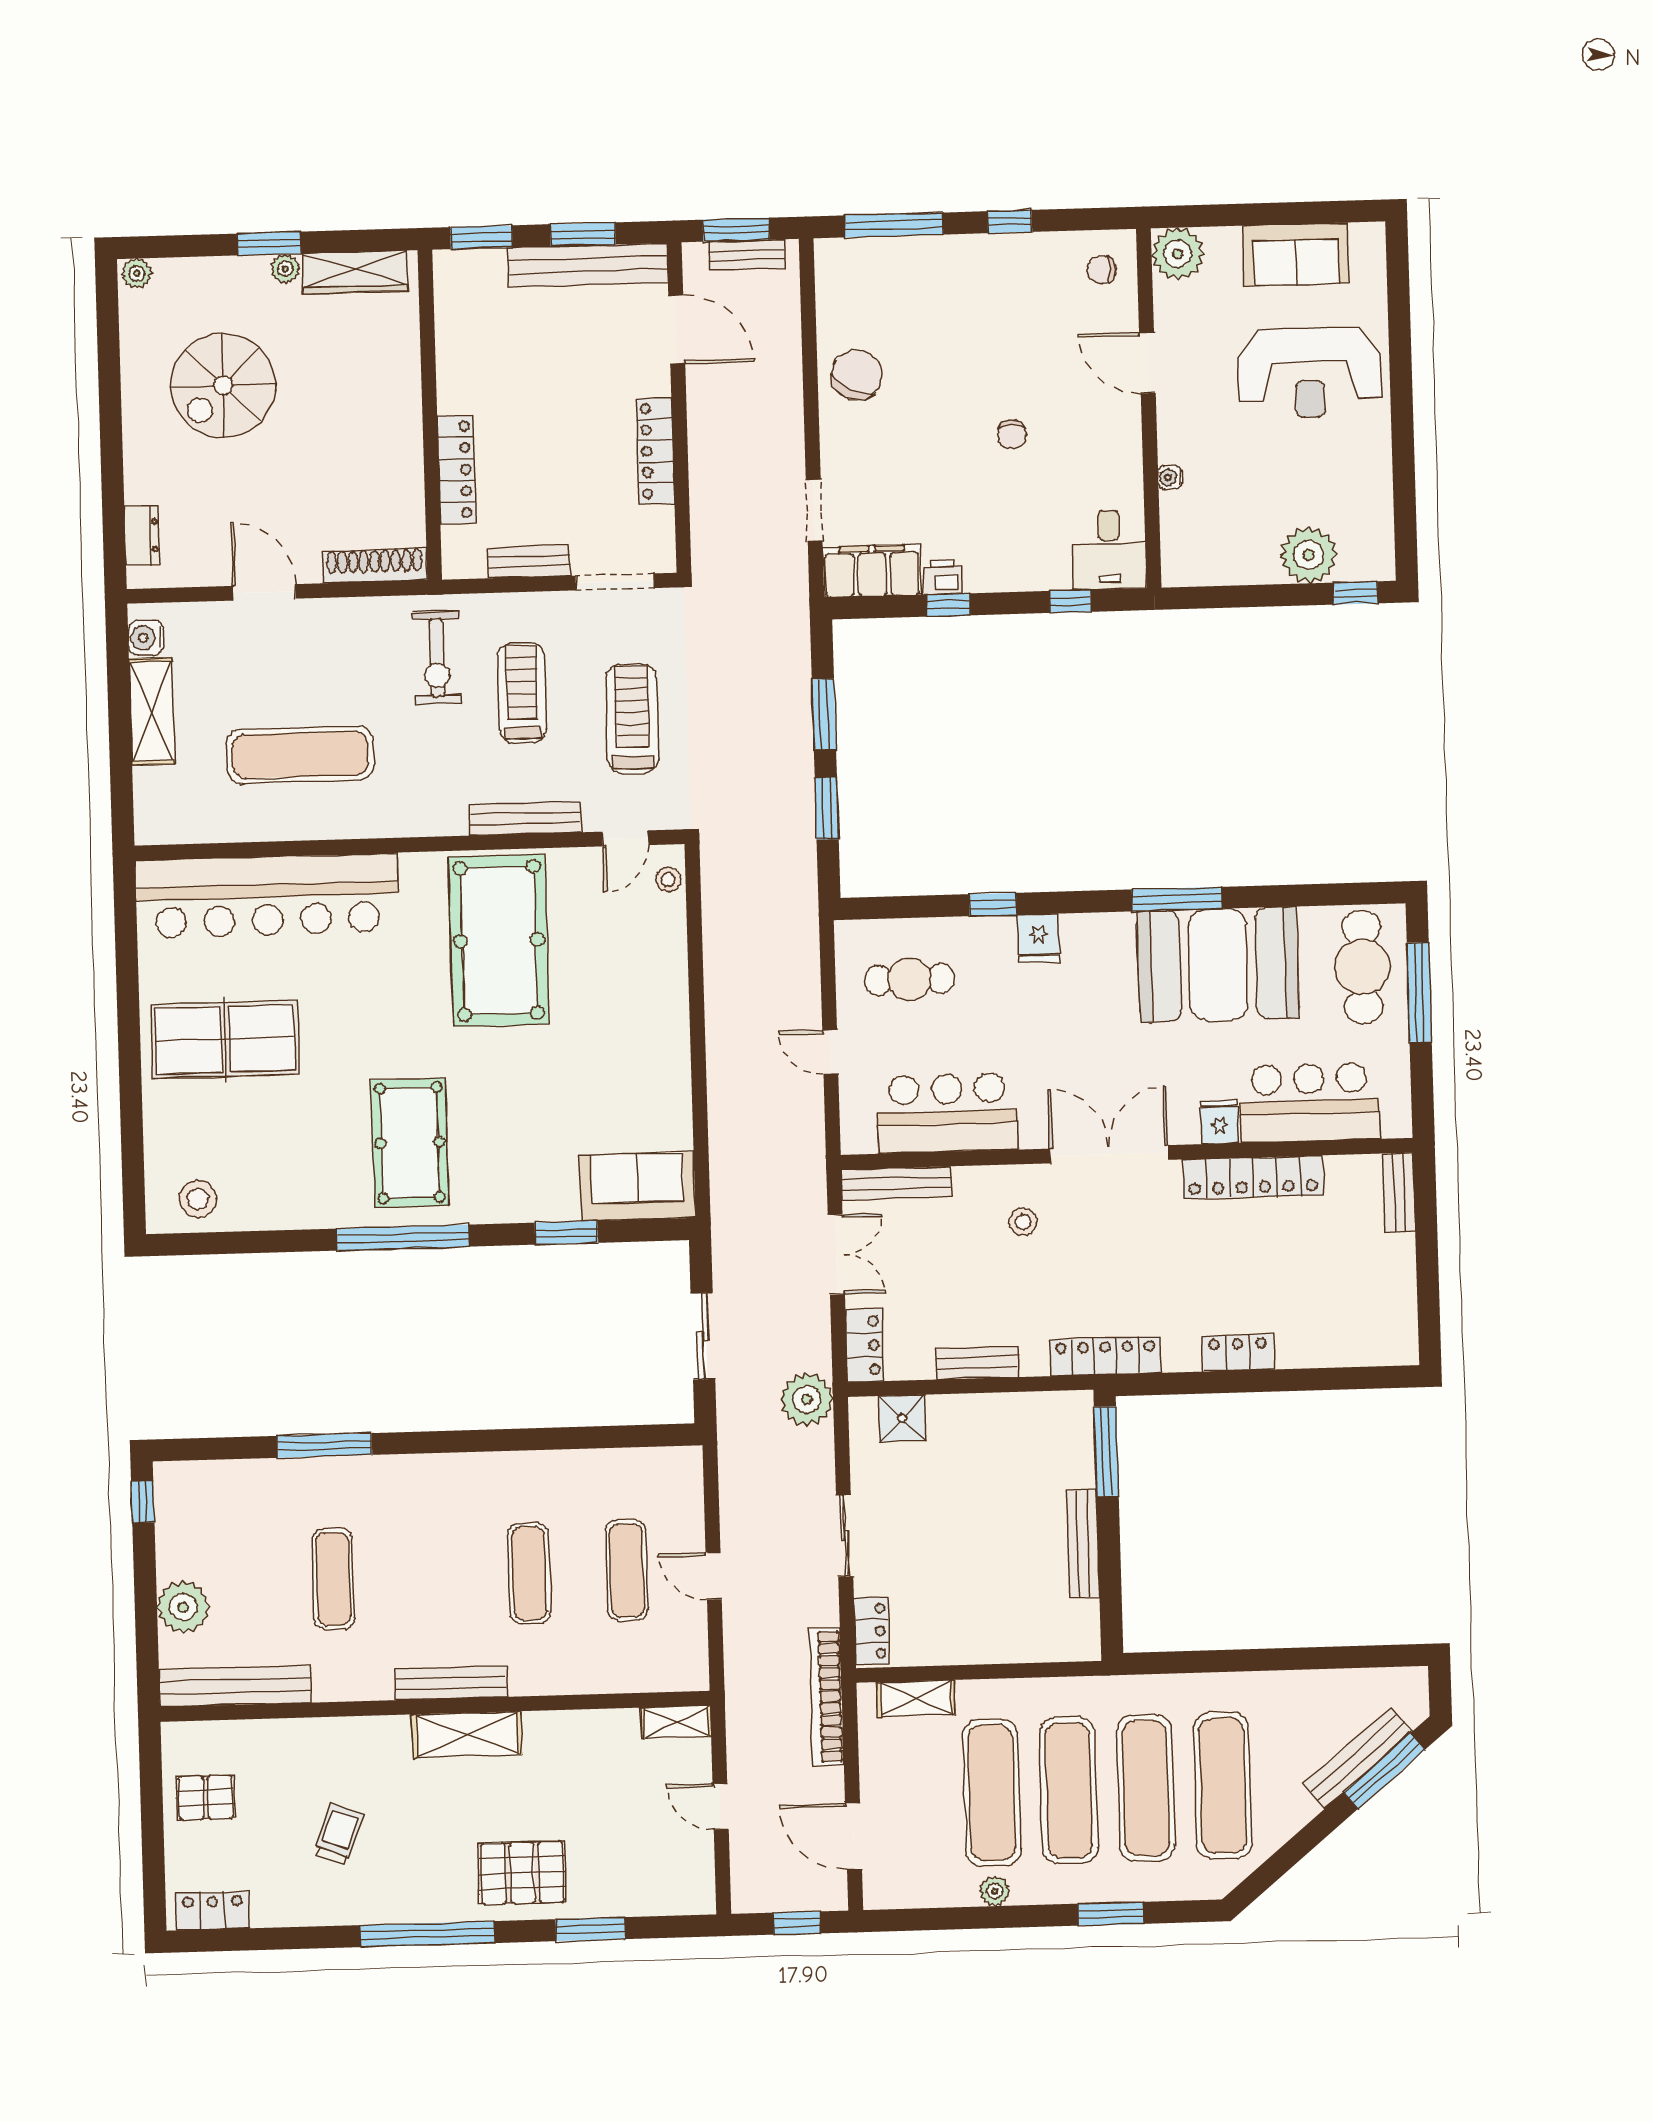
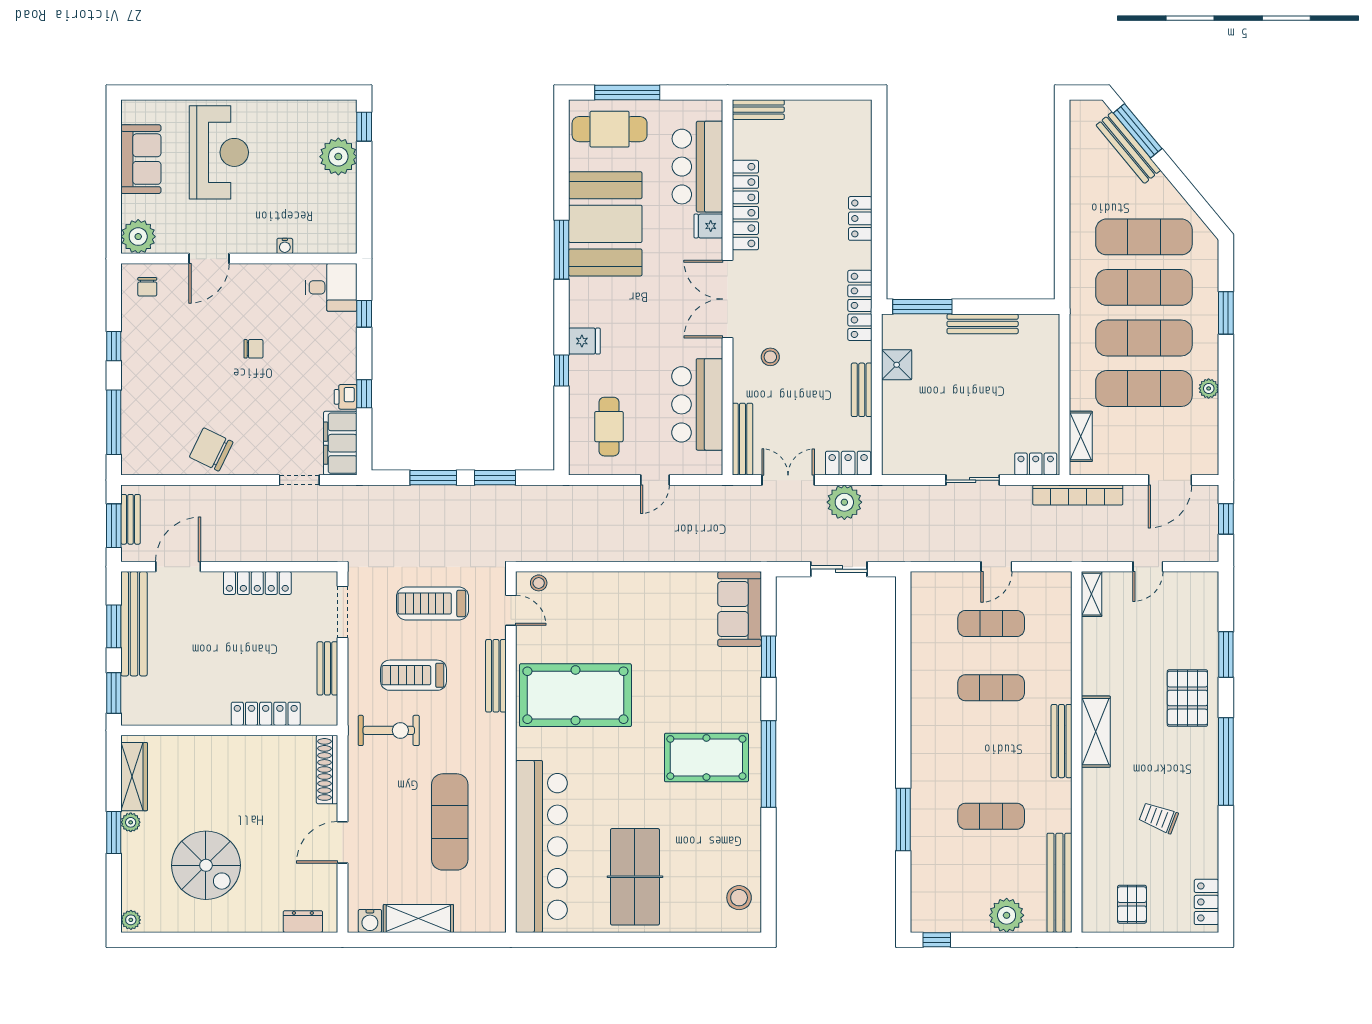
plant: (807, 1399) -> (844, 502), moved
shower: (902, 1418) -> (897, 365), moved

